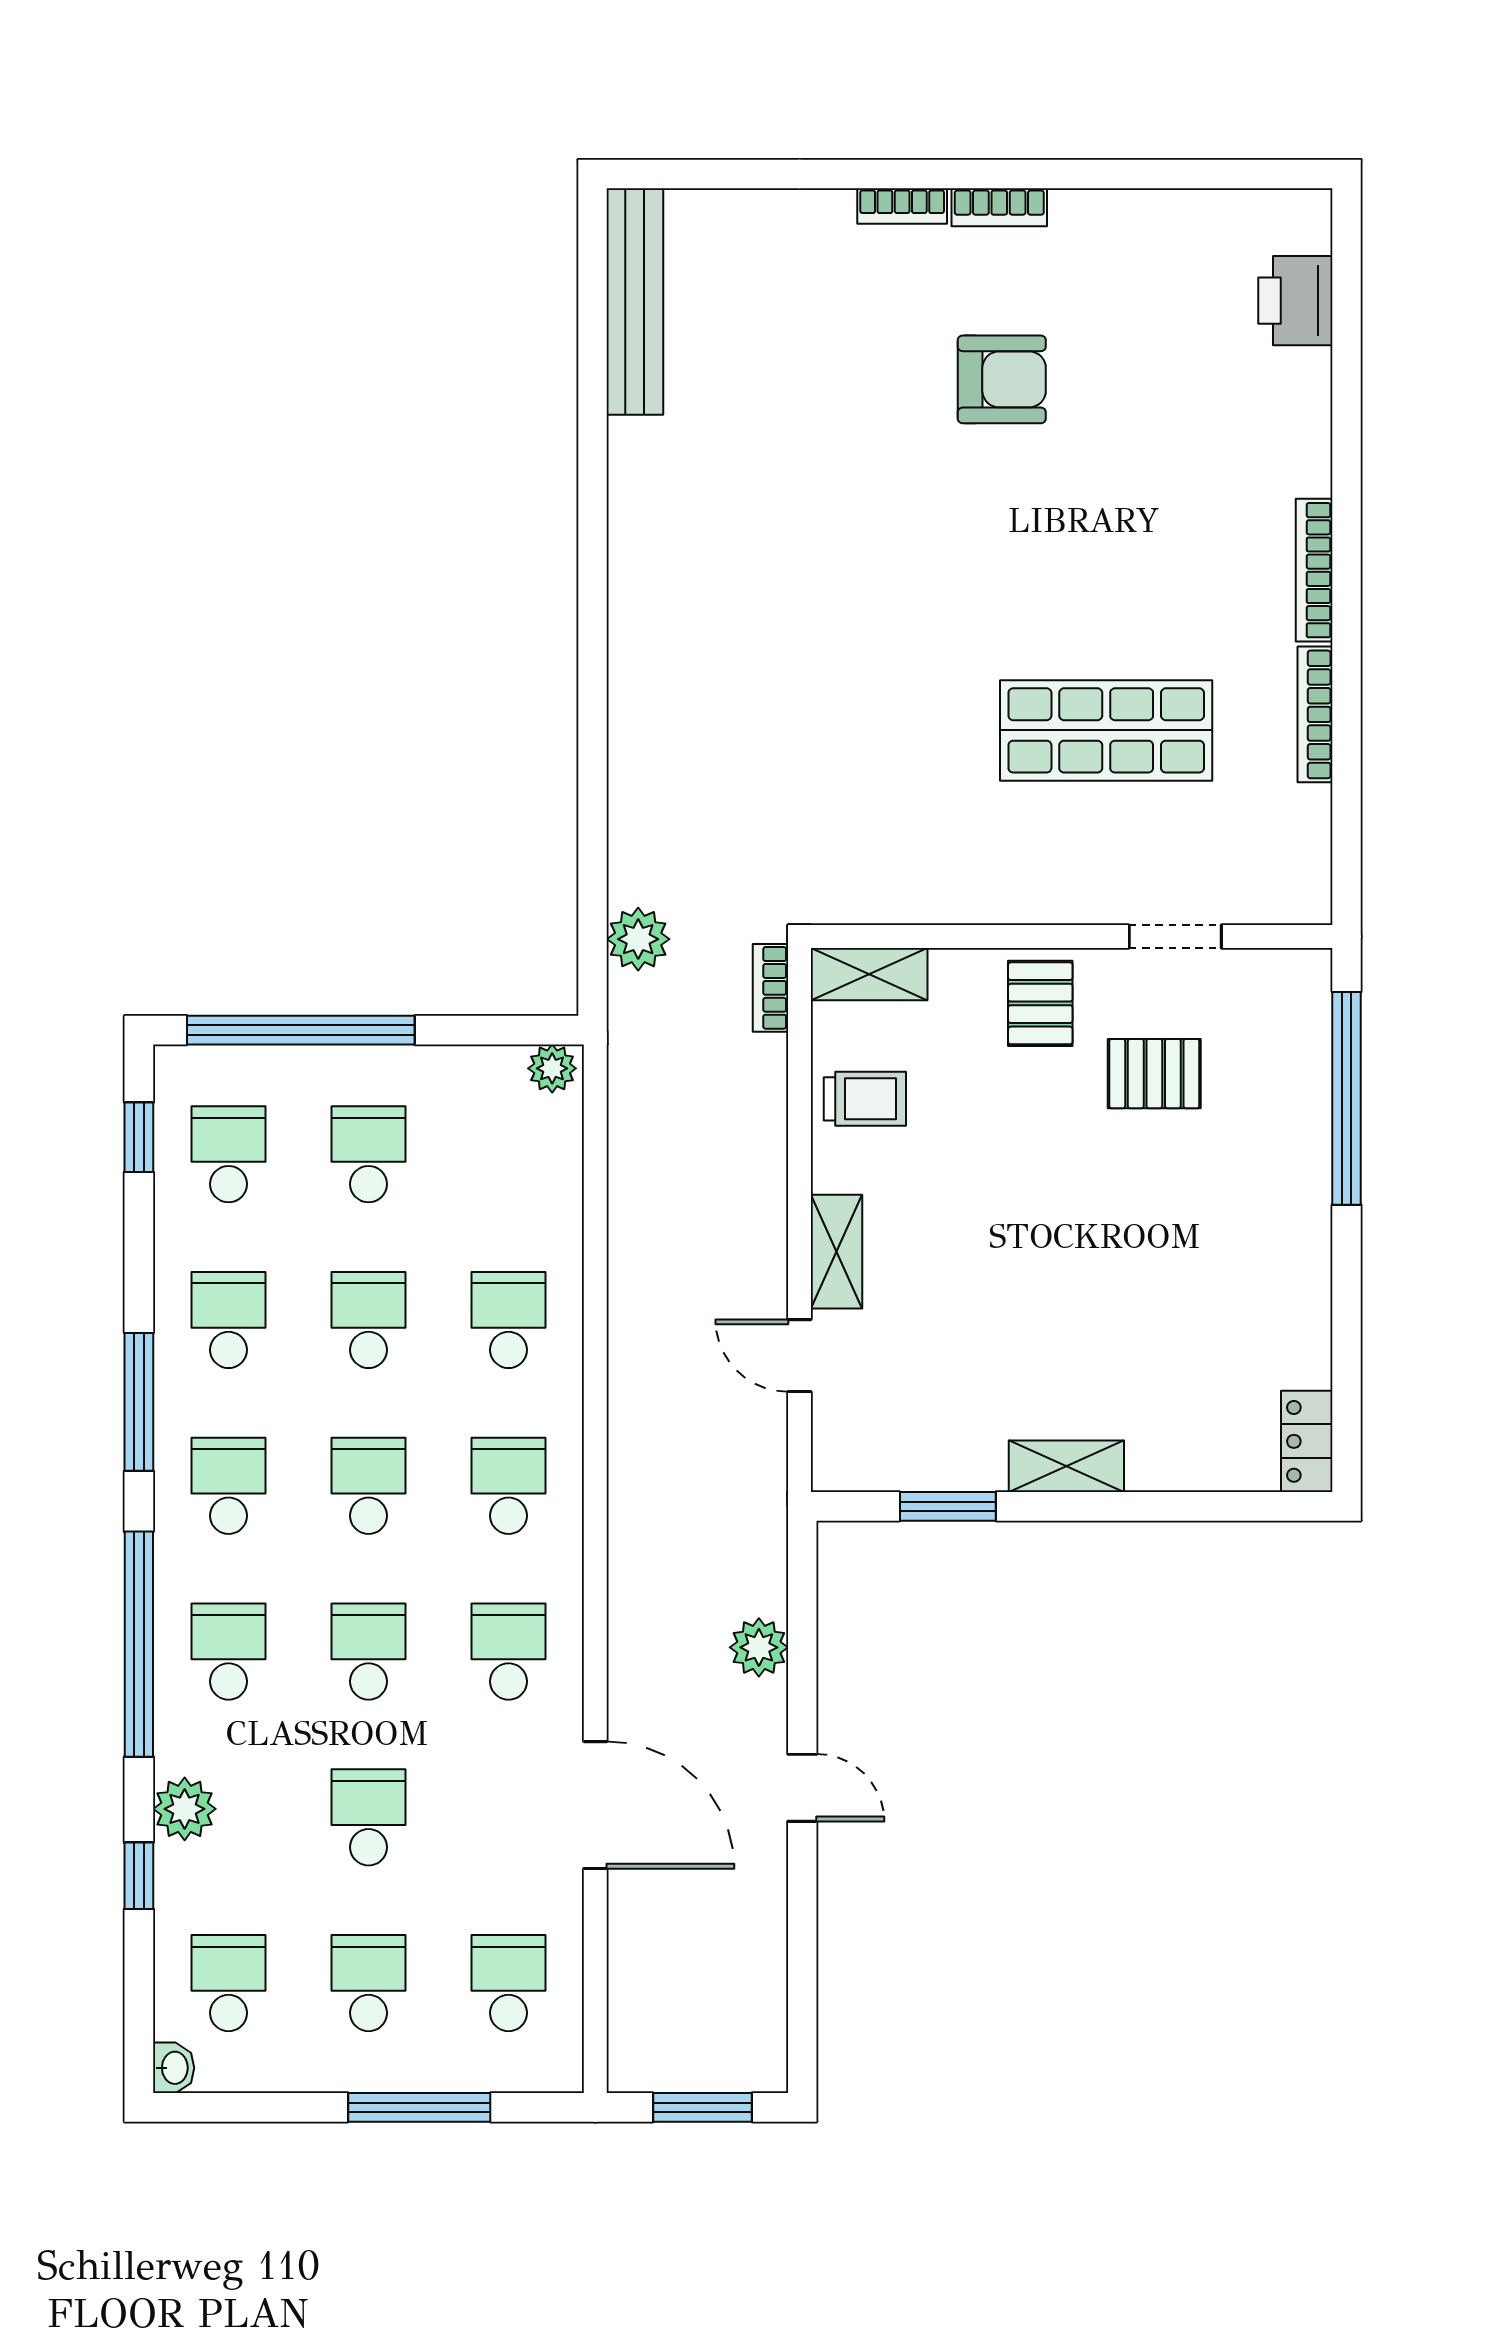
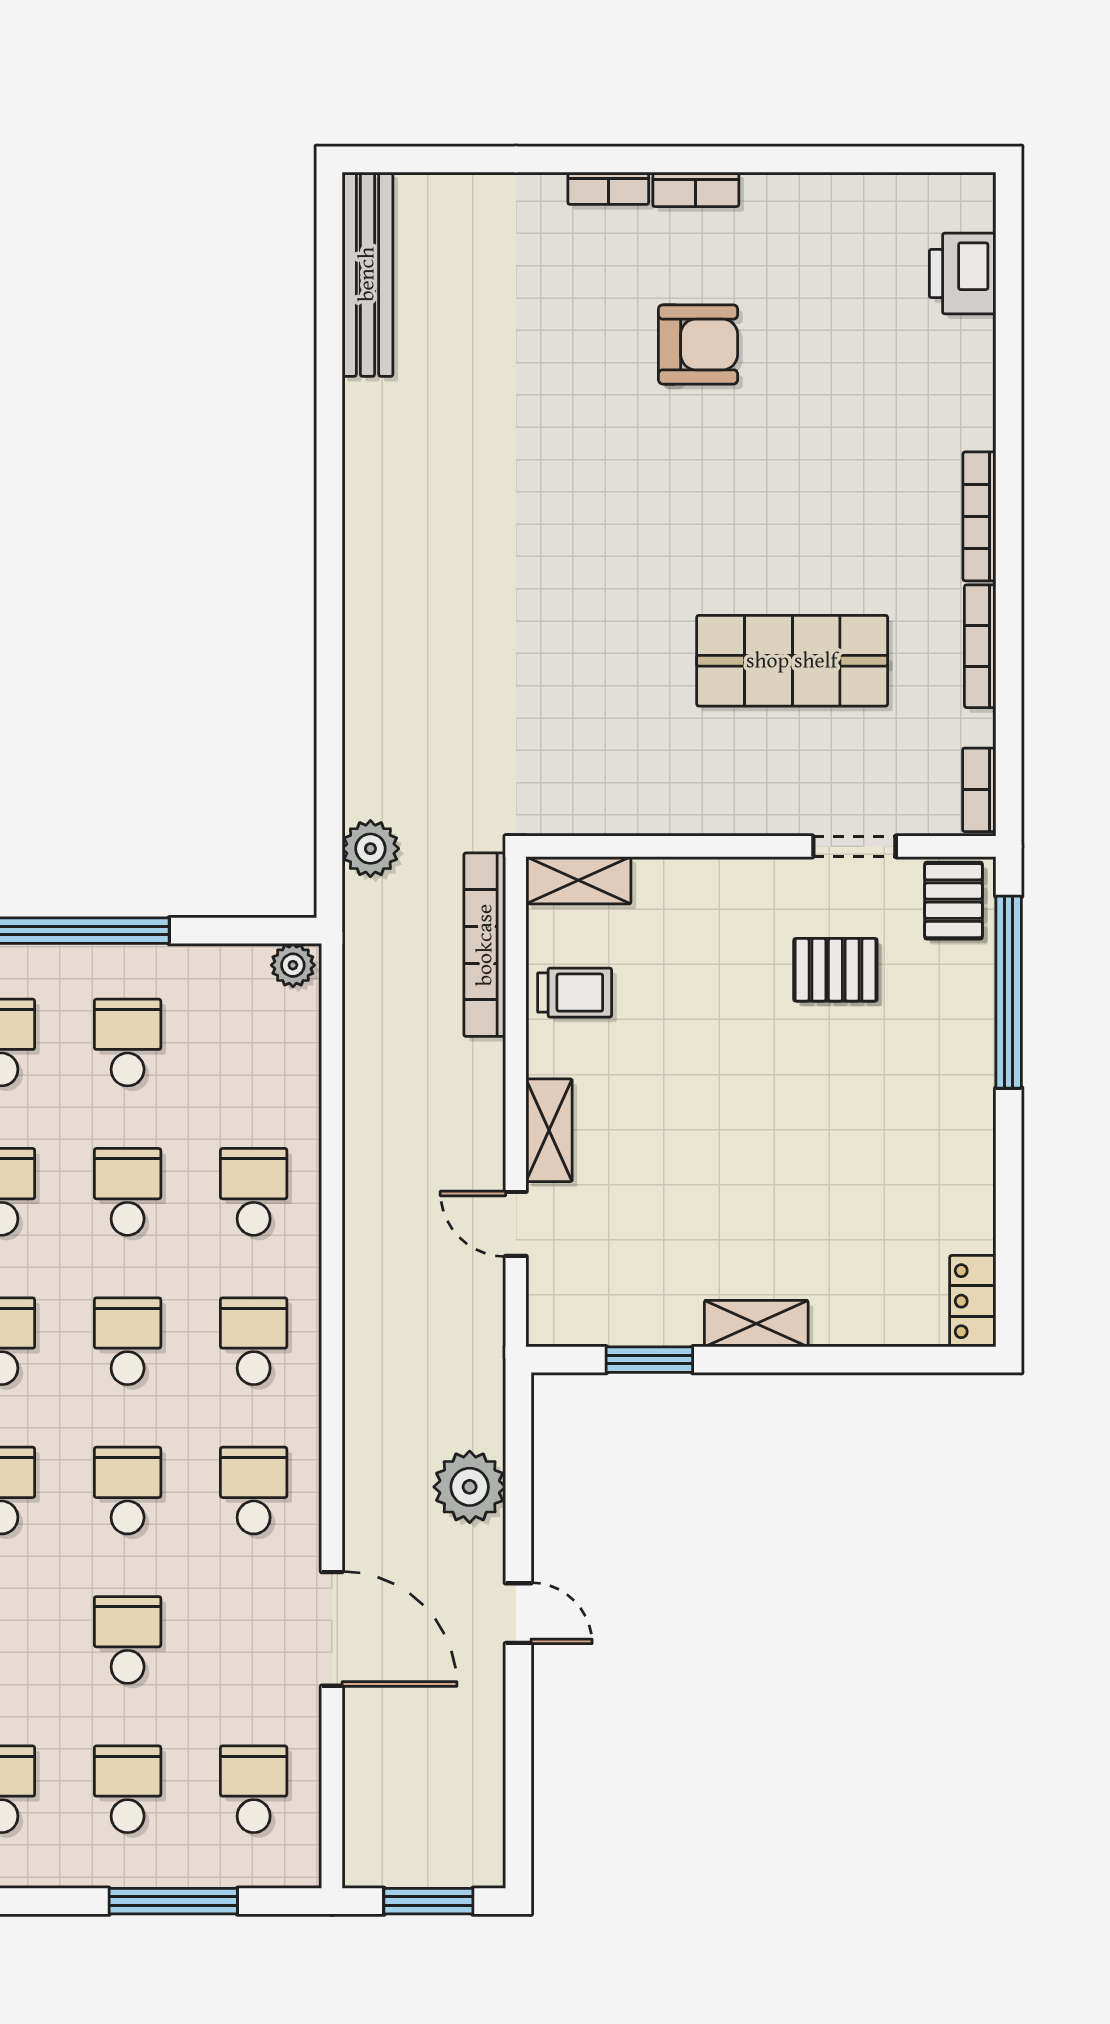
bookcase: (1314, 874) -> (979, 790), added
bookcase: (770, 988) -> (485, 945), width x2.31, depth x1.31
pallet: (1040, 1003) -> (954, 901), moved
plant: (759, 1647) -> (470, 1487), width x1.36, depth x1.36

